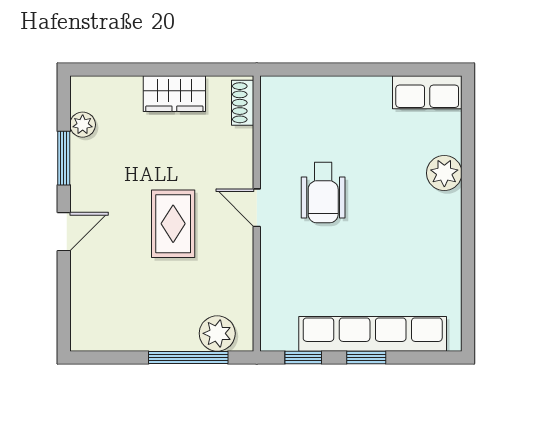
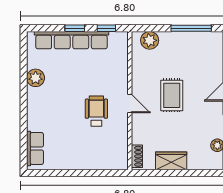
row of seats: (427, 92) -> (35, 148), moved, turned 90
plant: (444, 173) -> (36, 78), moved
window: (188, 357) -> (191, 28), moved

